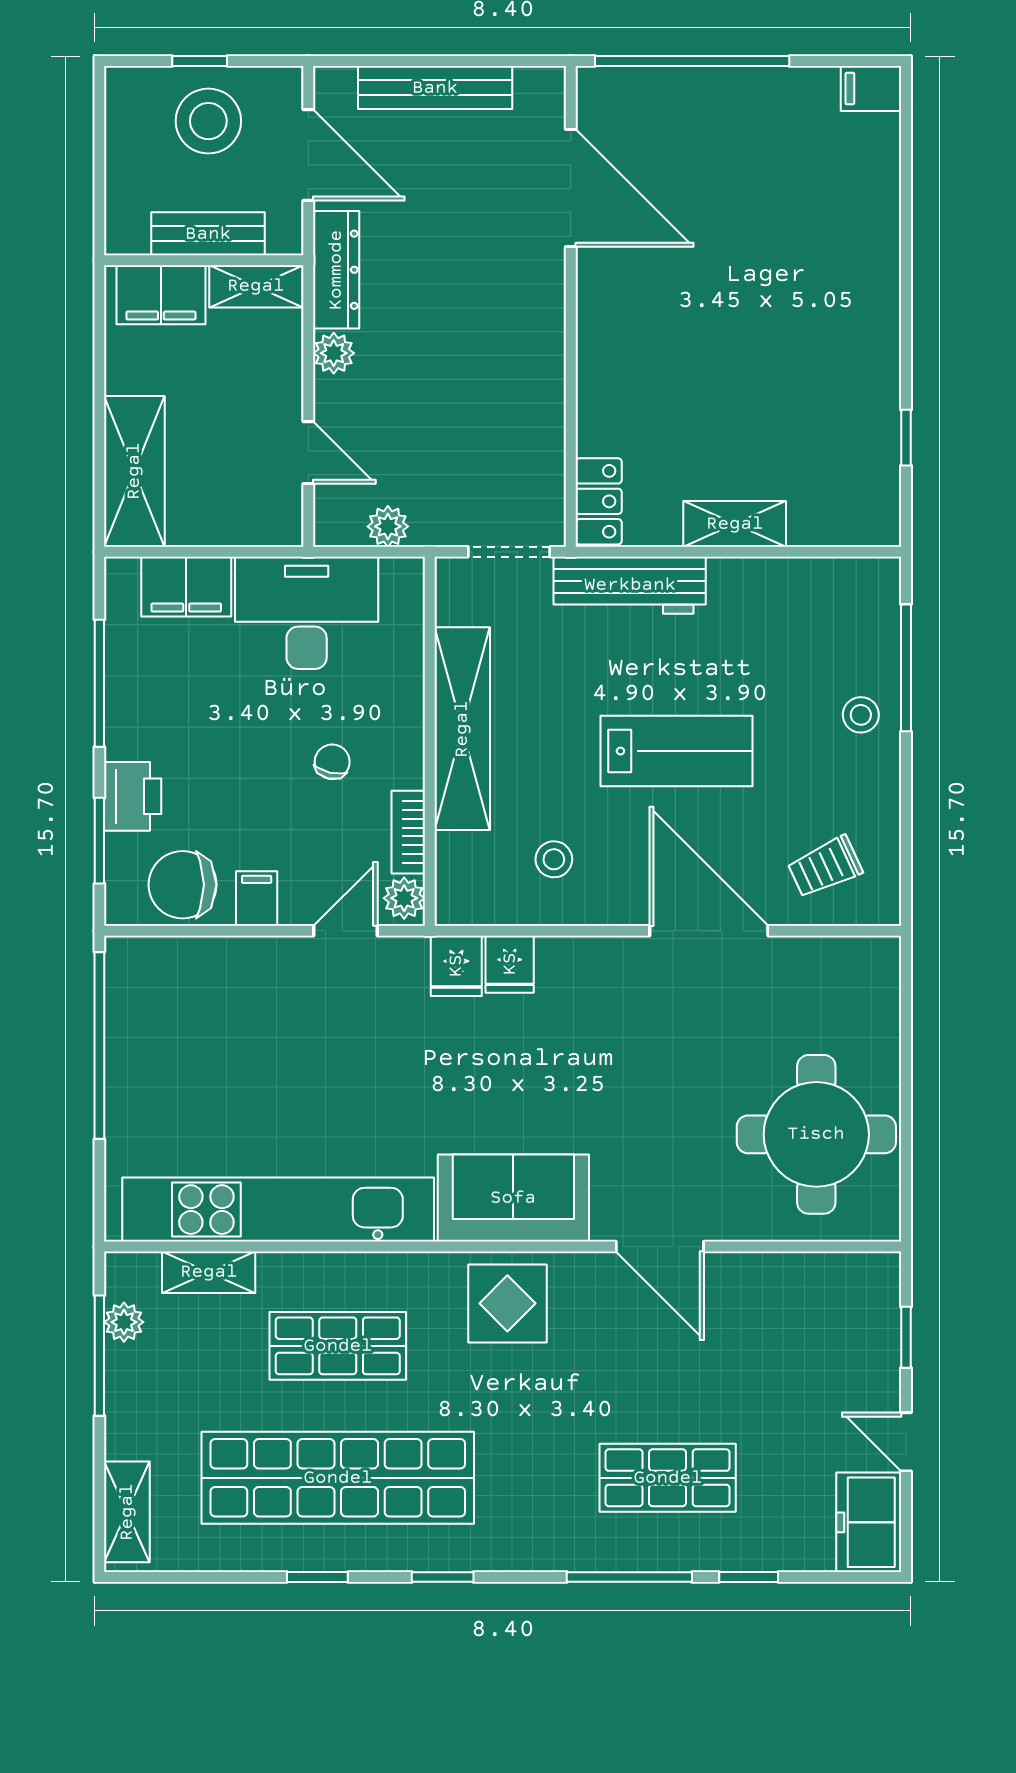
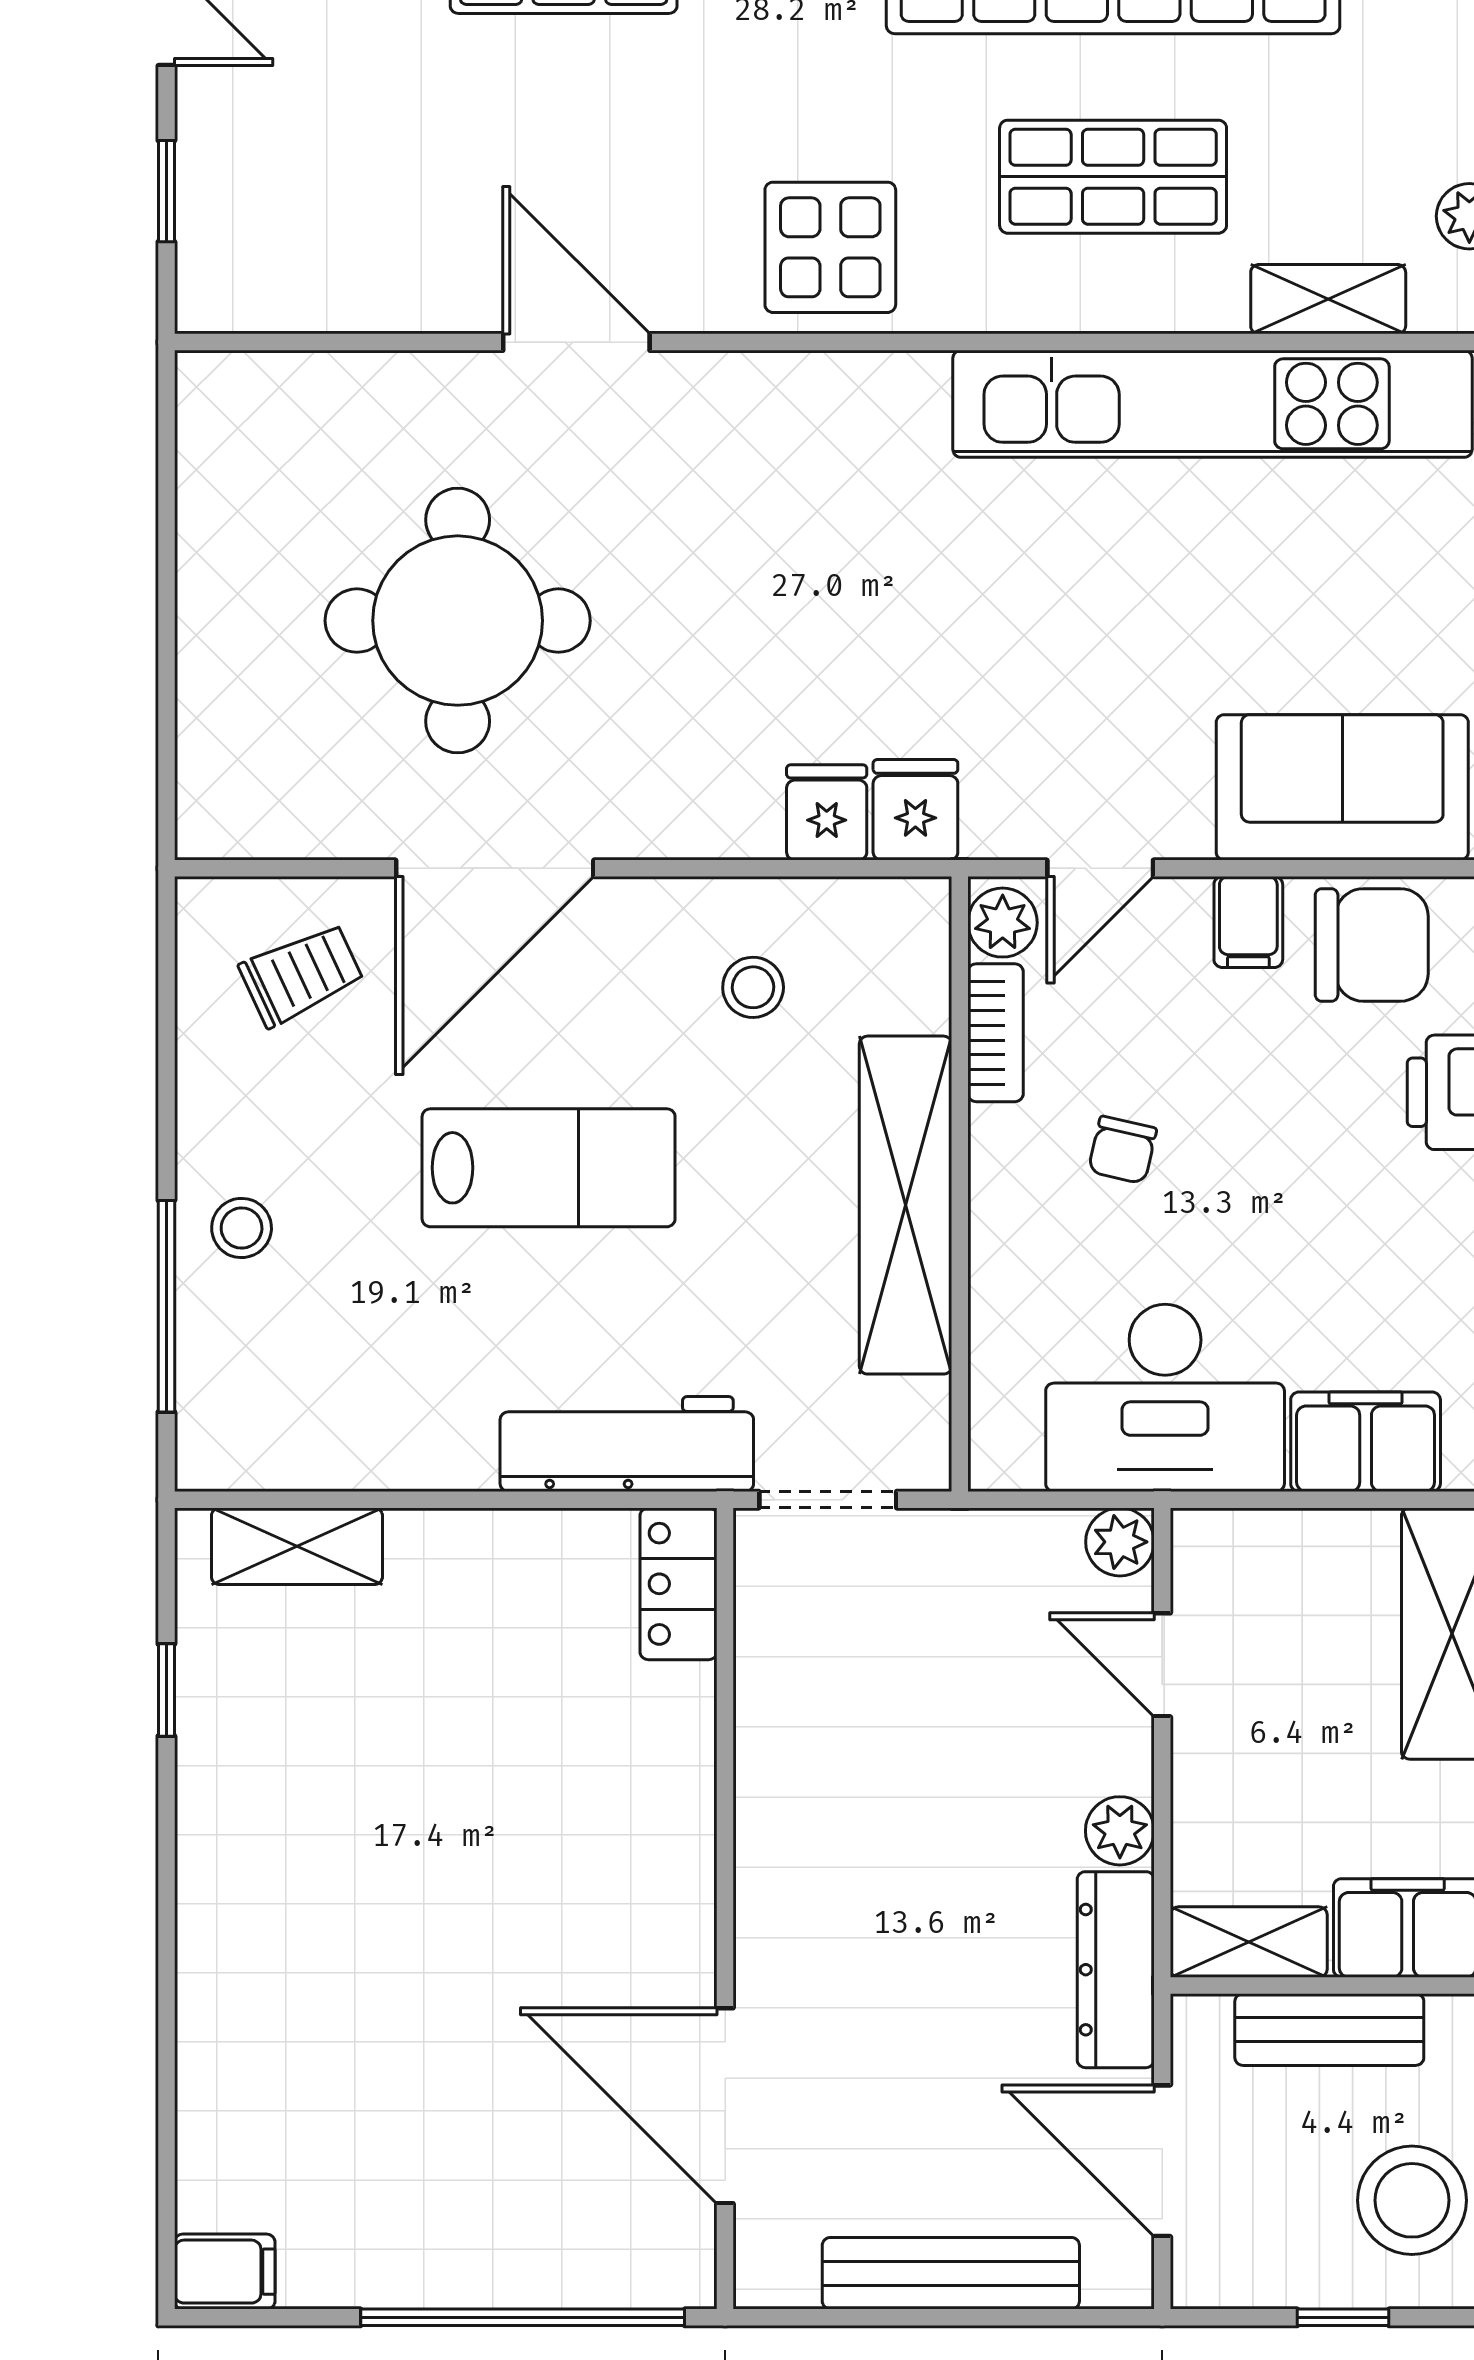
stool: (208, 121) -> (1412, 2200), moved
shelving: (735, 524) -> (297, 1546), moved
plant: (388, 526) -> (1120, 1542), moved
lab bench: (677, 751) -> (549, 1168), turned 180
door: (709, 931) -> (495, 868), hinge flipped
round table: (816, 1134) -> (458, 621), moved
sofa: (513, 1198) -> (1342, 787), moved, turned 180

